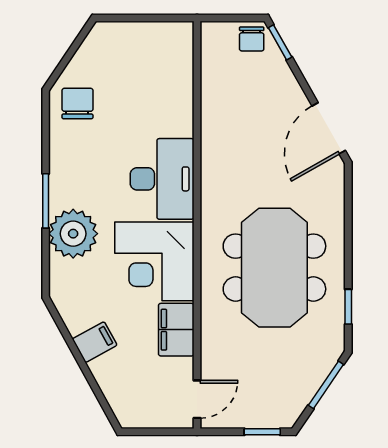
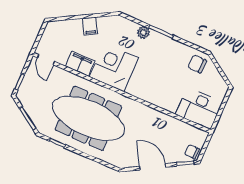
chair: (77, 103) -> (197, 64), turned 180
door: (329, 128) -> (153, 167), moved
desk: (162, 179) -> (199, 108), moved
plant: (73, 234) -> (143, 32), width x0.53, depth x0.53
meeting table: (274, 268) -> (88, 118), width x1.36

